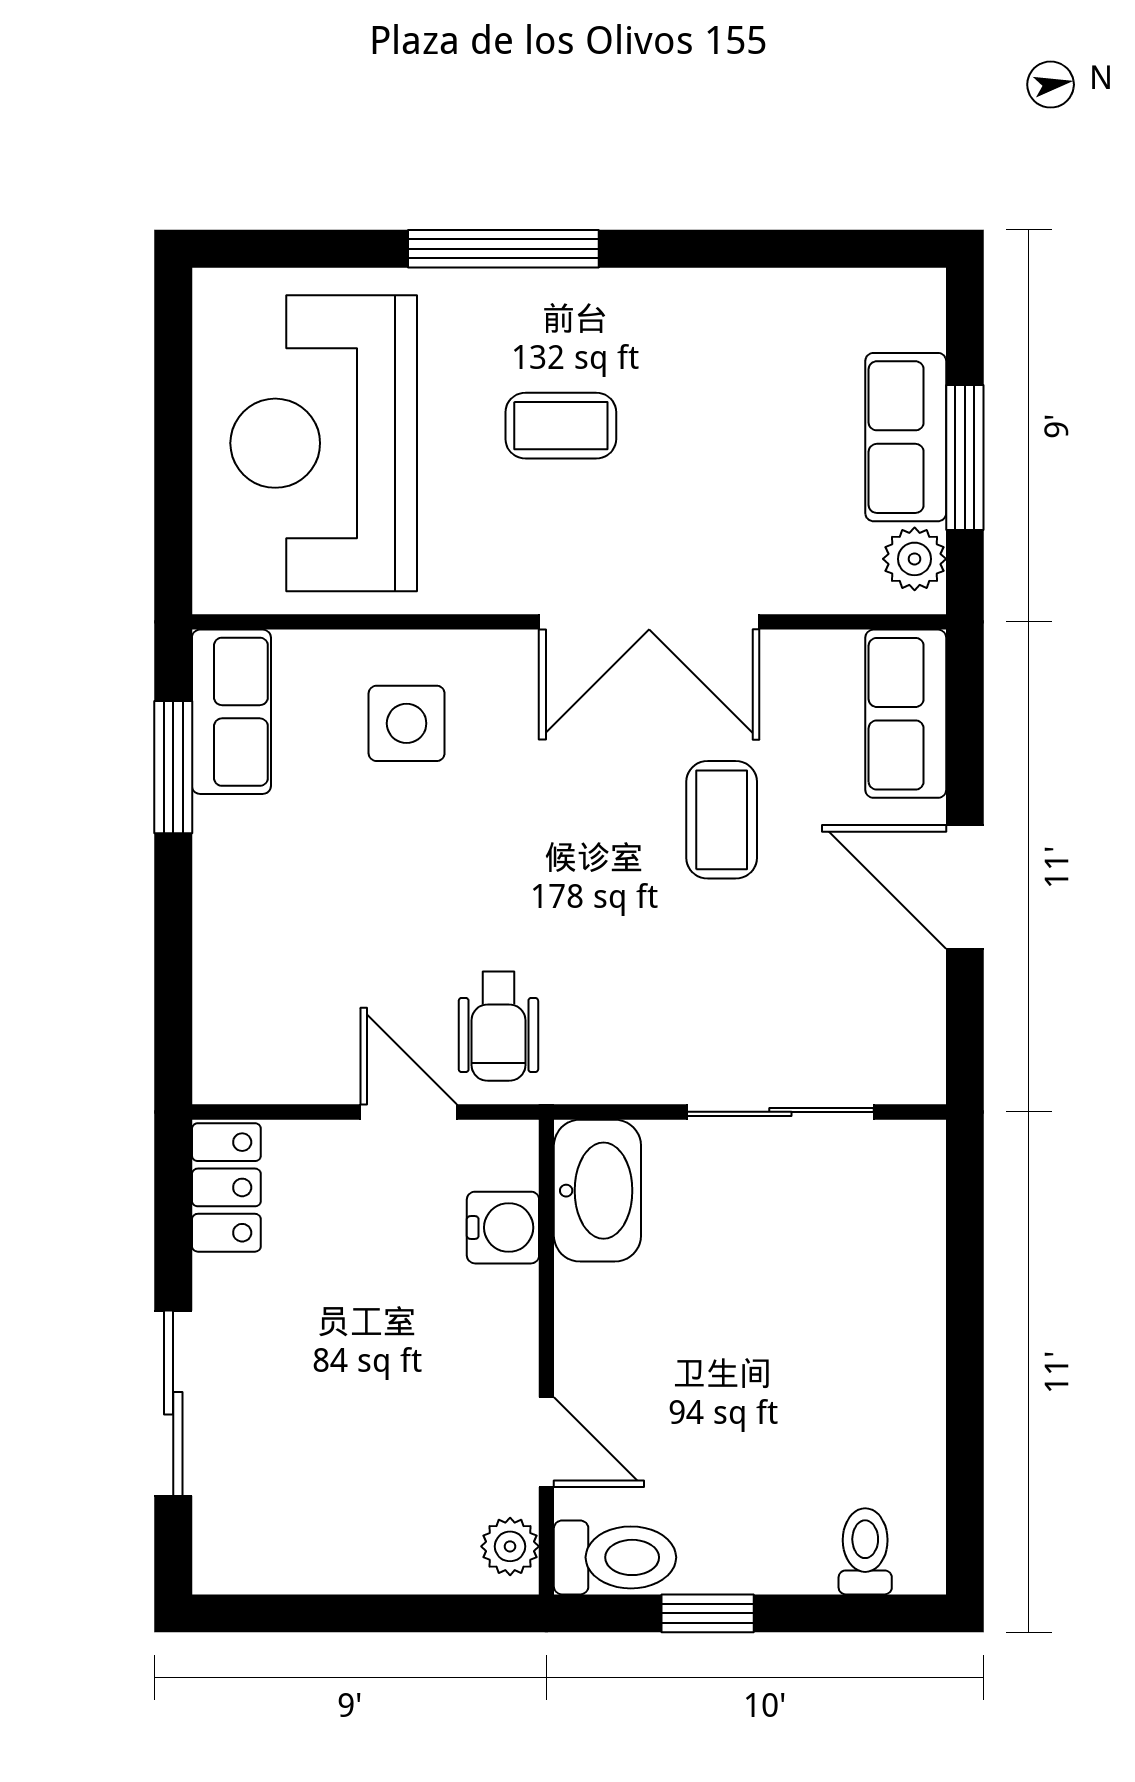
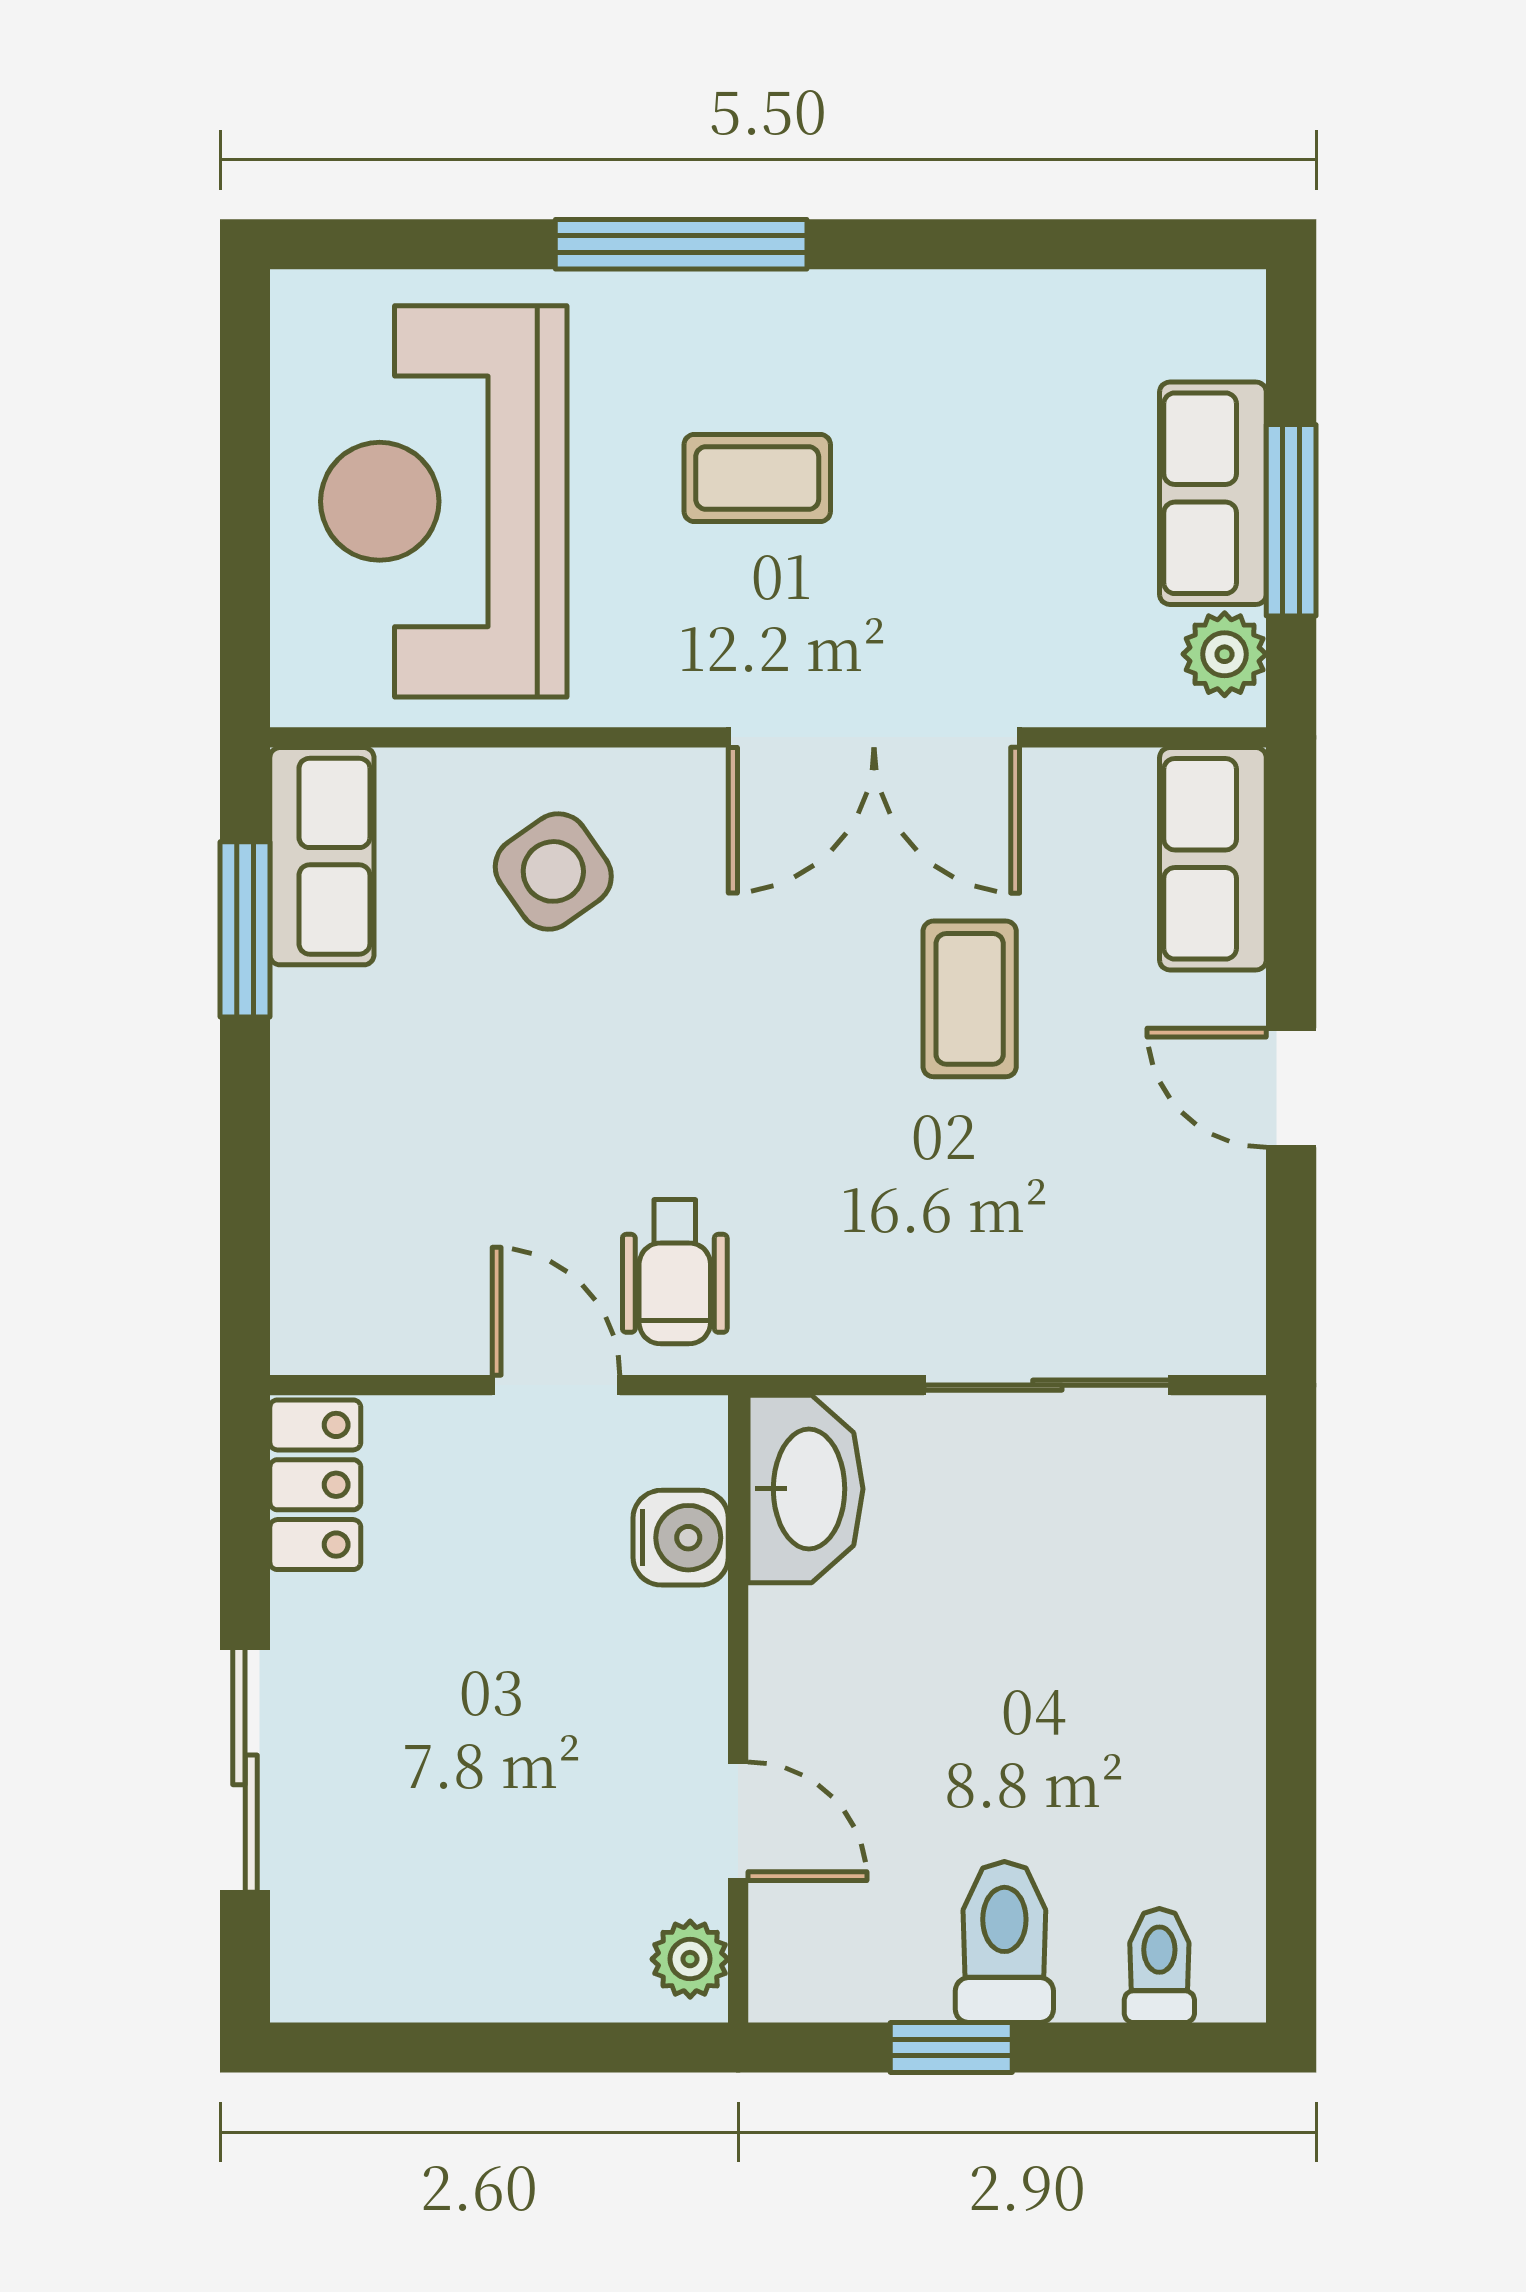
side table: (407, 723) -> (553, 871), turned -35
door: (965, 887) -> (1291, 1088), width x0.73
toilet: (615, 1557) -> (1004, 1942), moved, turned -90

